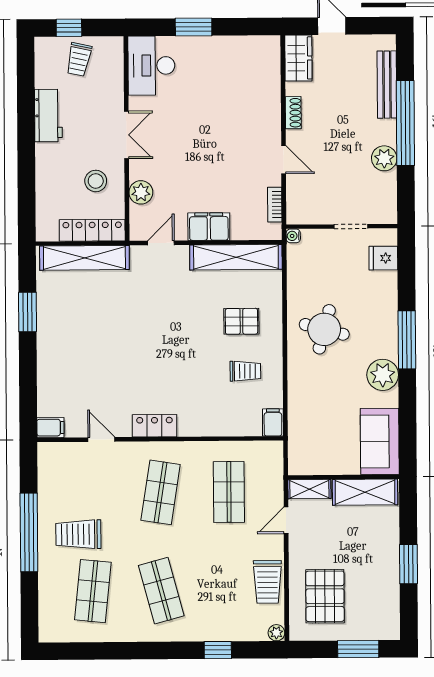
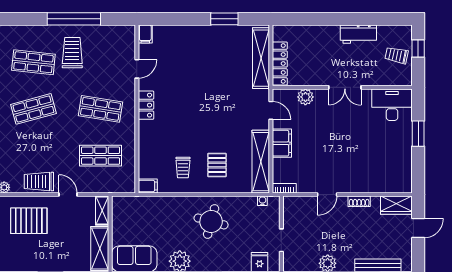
stool: (96, 181) -> (313, 66), removed
bookcase: (275, 205) -> (284, 188), moved
water cooler: (293, 236) -> (262, 201), moved
door: (286, 520) -> (68, 195), moved

